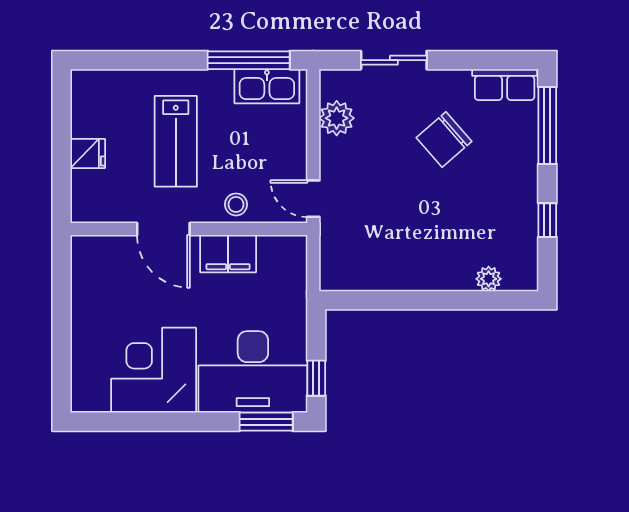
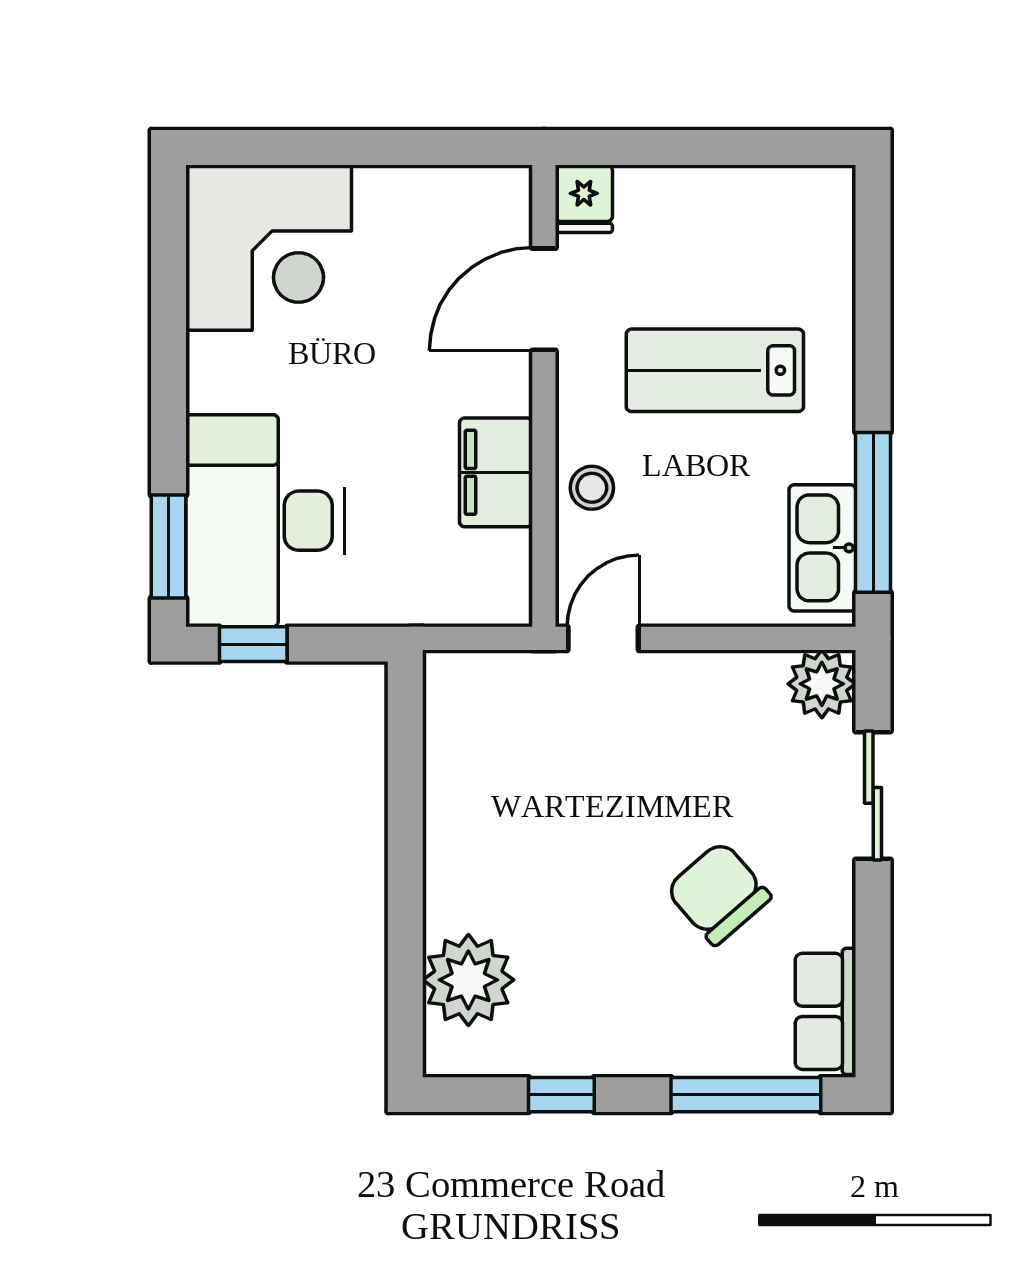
plant: (337, 118) -> (822, 684), moved
fridge: (88, 153) -> (584, 199), moved
door: (163, 229) -> (544, 299), moved
plant: (489, 279) -> (468, 980), width x1.87, depth x1.87
corner desk: (154, 370) -> (269, 248), moved, turned 90

